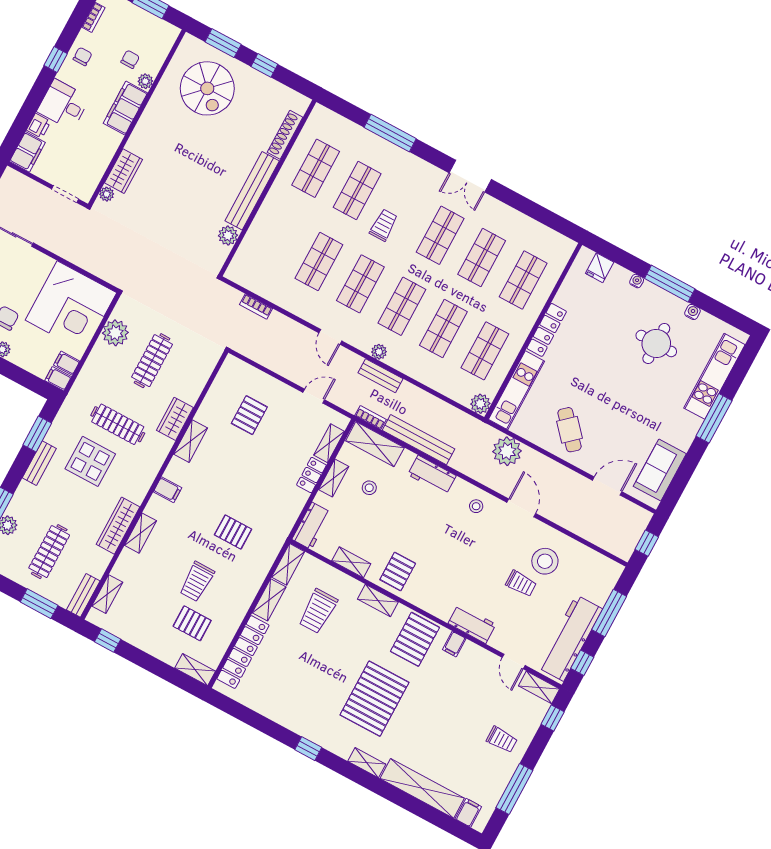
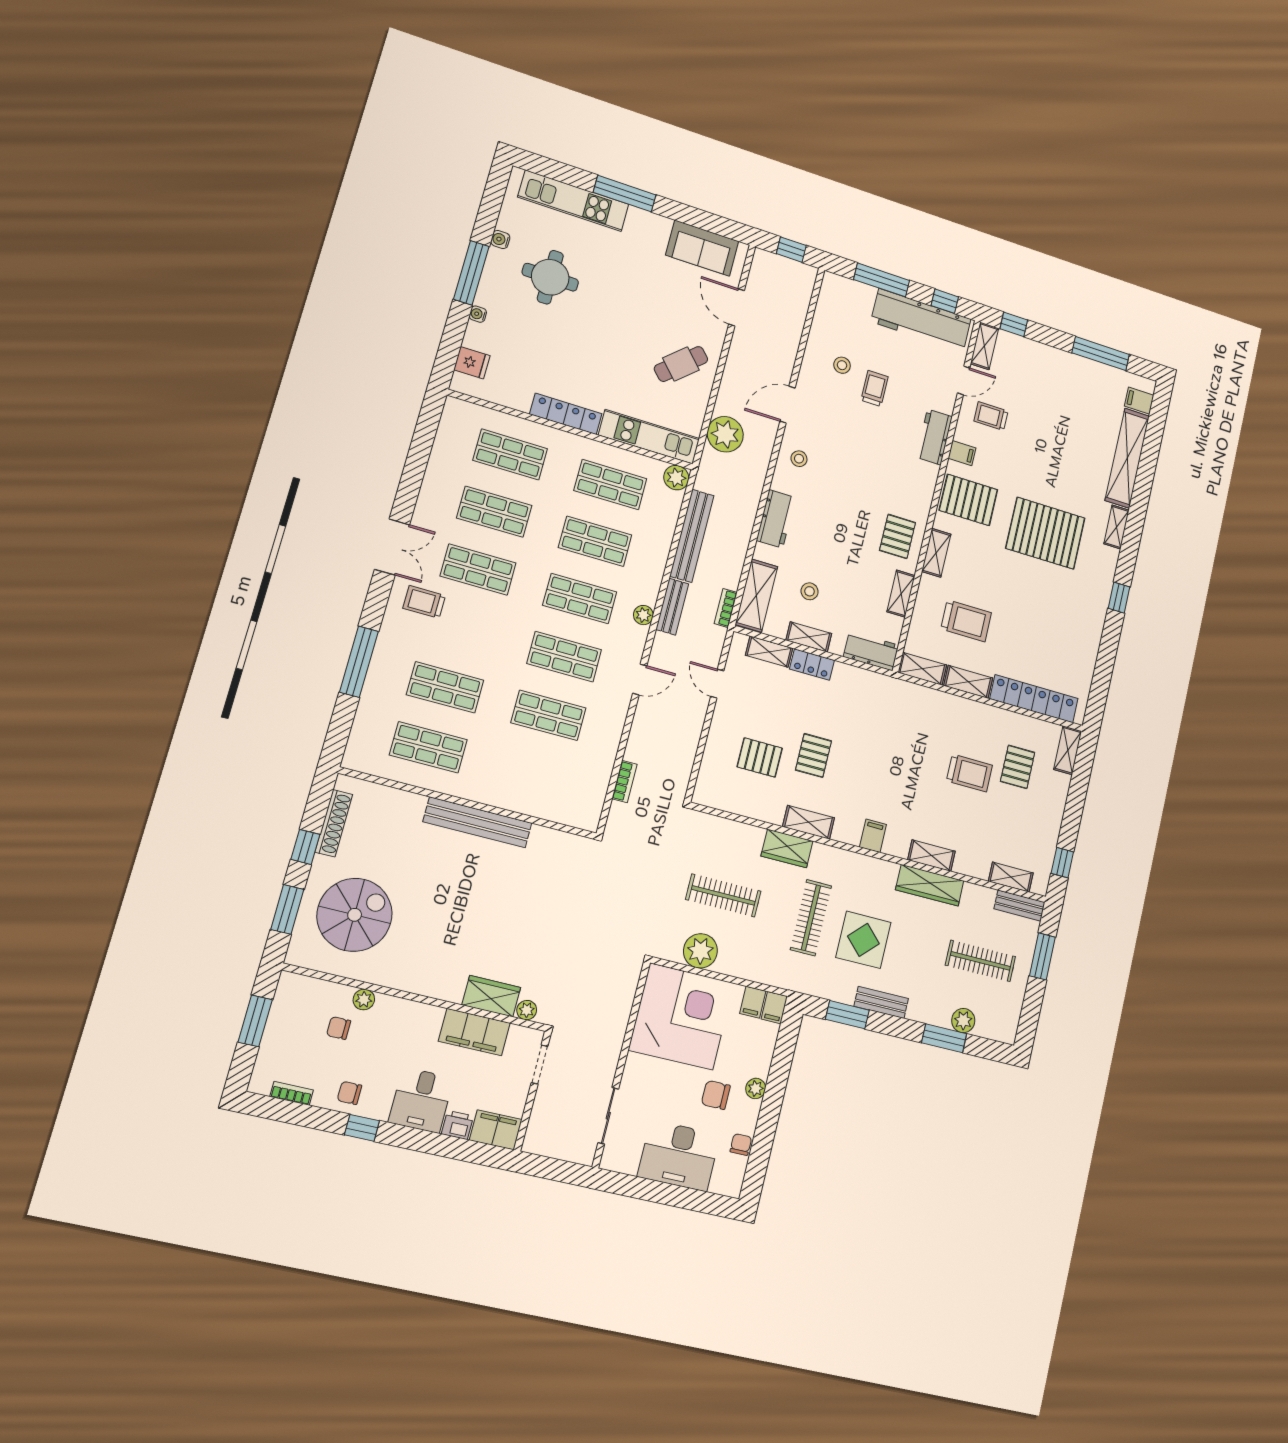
filing cabinet: (125, 108) -> (474, 1032), moved
shoe rack: (285, 135) -> (334, 823), moved, turned -90
trolley: (384, 225) -> (424, 602), moved
plant: (228, 235) -> (543, 839), removed
bench: (418, 440) -> (692, 536), moved
pallet: (233, 532) -> (813, 755), moved
stool: (545, 561) -> (842, 365), width x0.53, depth x0.53
pallet: (398, 571) -> (897, 536), turned 90
trolley: (502, 740) -> (991, 416), moved, turned -90

